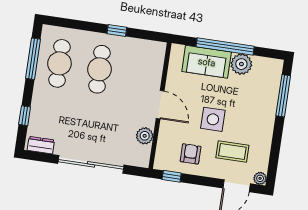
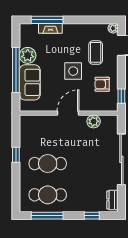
fireplace: (272, 98) -> (50, 28), added

